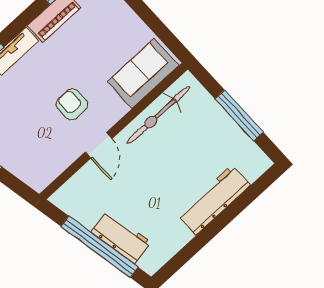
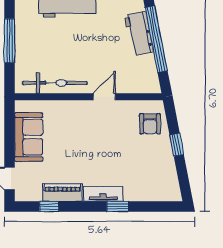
sofa: (143, 73) -> (29, 137), moved, turned -90
armchair: (72, 104) -> (150, 124), moved

